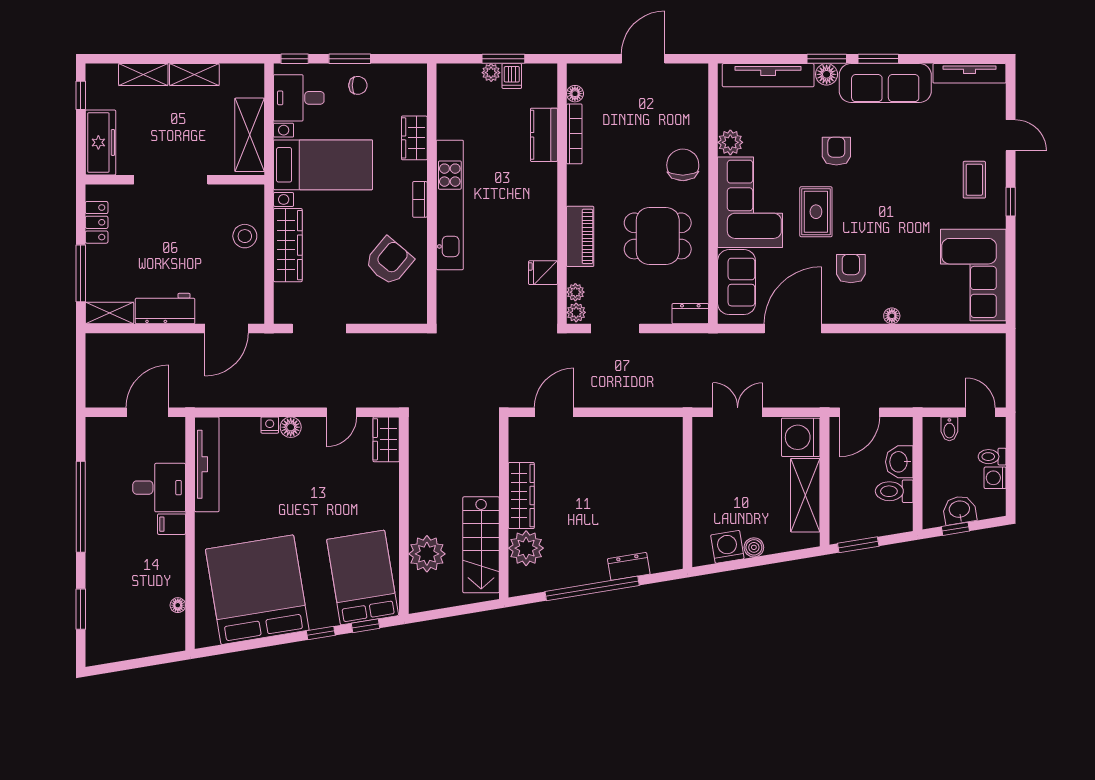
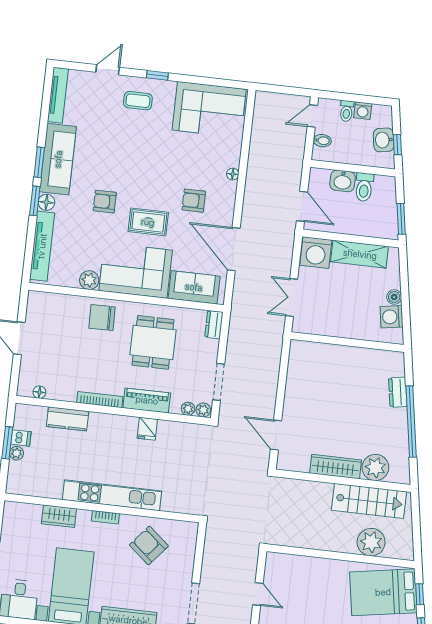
chair: (358, 85) -> (15, 554), removed
bookcase: (574, 134) -> (100, 400), moved
fridge: (543, 273) -> (147, 429), moved
wardrobe: (386, 439) -> (282, 563), removed

